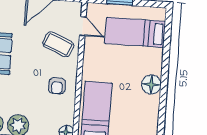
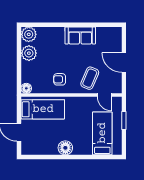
door: (83, 26) -> (104, 95), hinge flipped

